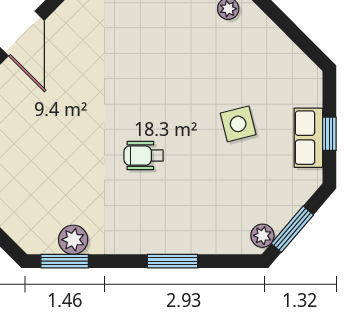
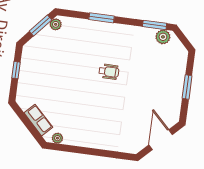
side table: (238, 124) -> (60, 81), removed
row of seats: (308, 138) -> (38, 120), moved, turned -45
plant: (73, 240) -> (163, 37), moved

